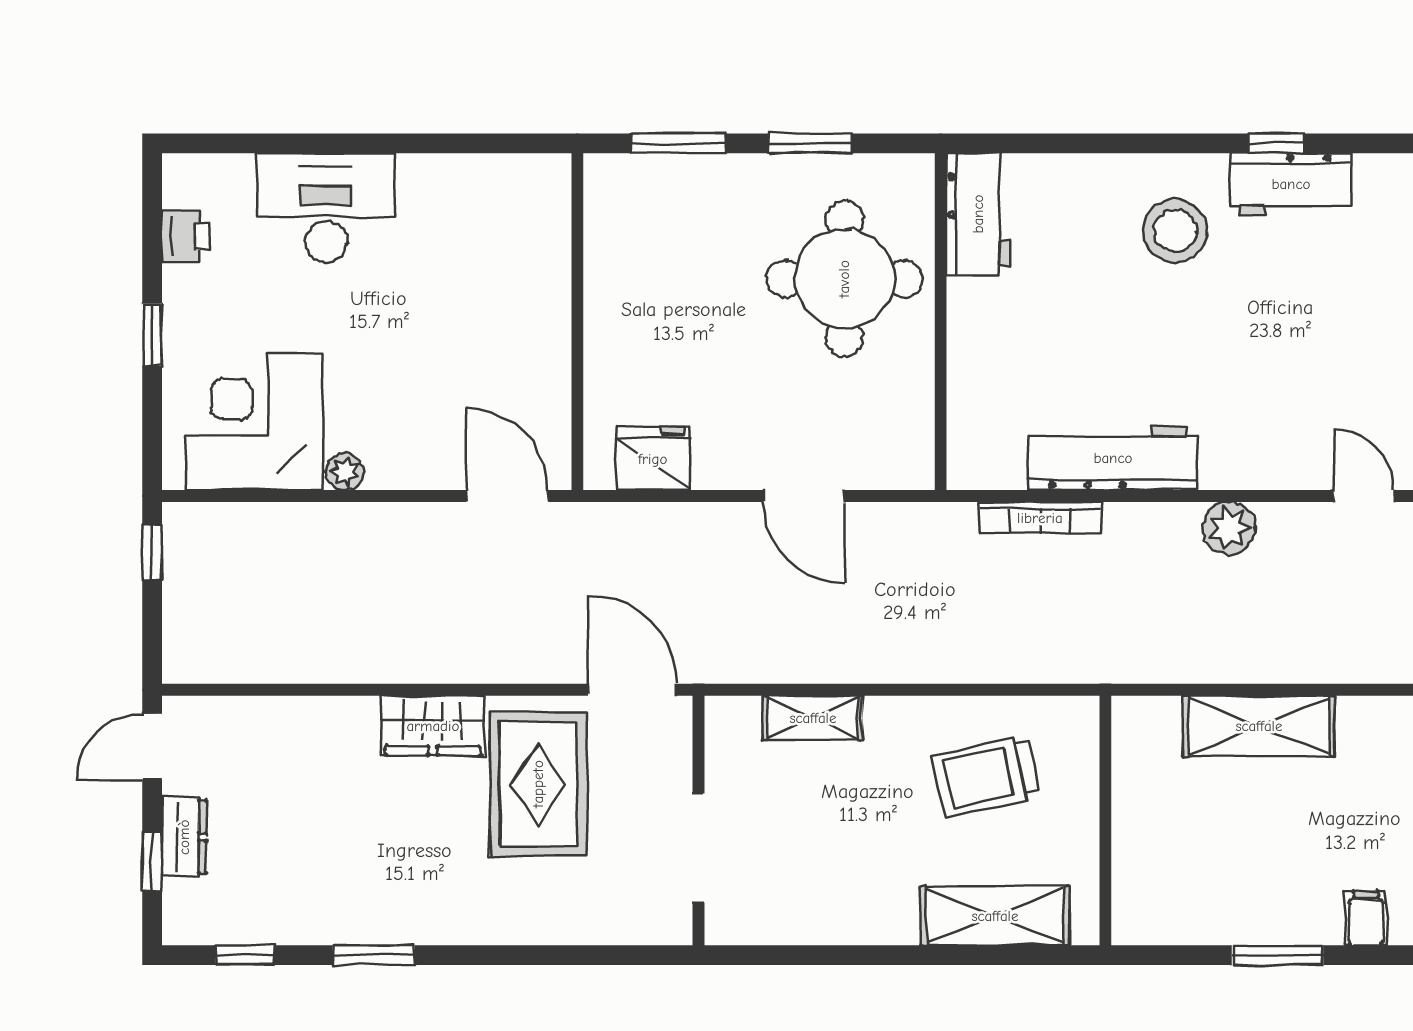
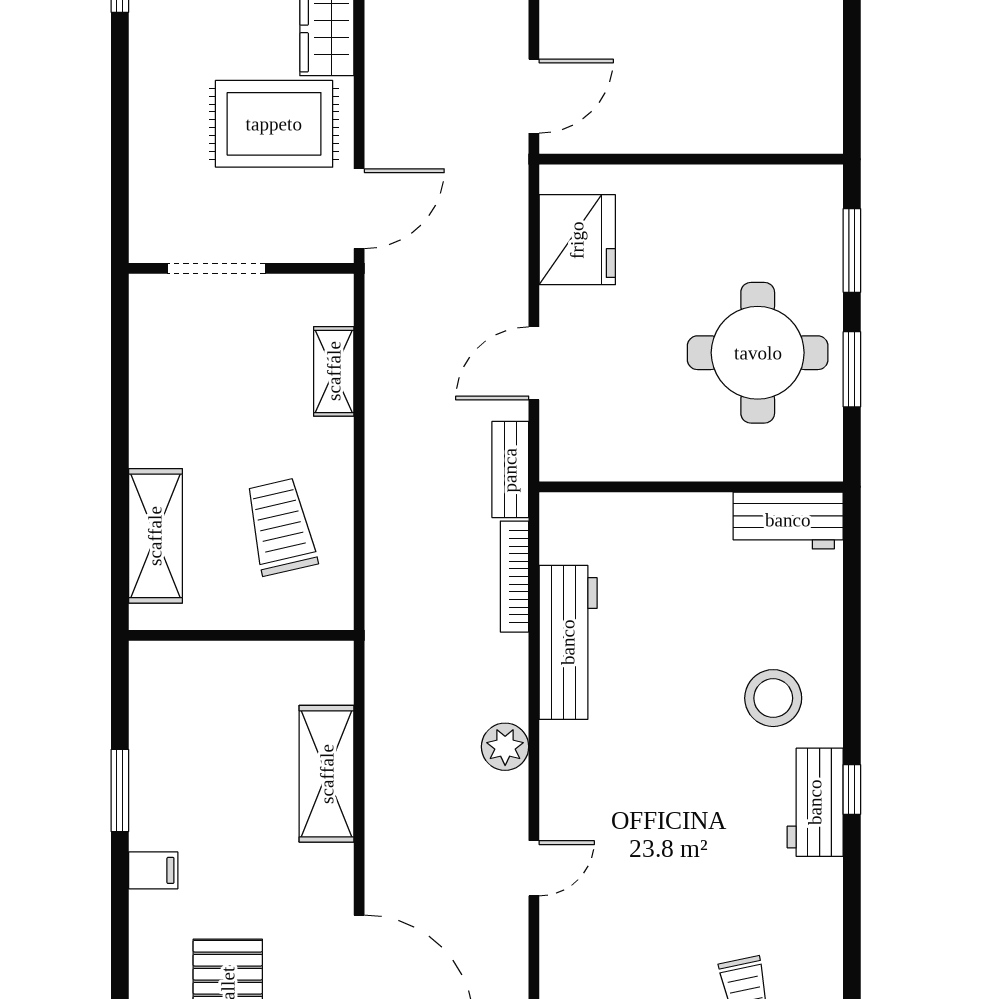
round table: (844, 279) -> (758, 353), moved
fridge: (653, 459) -> (577, 240), width x1.36, depth x1.34
bench: (922, 522) -> (510, 470), added

